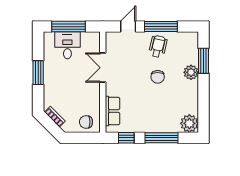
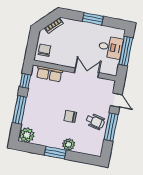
window: (204, 61) -> (55, 153), moved

